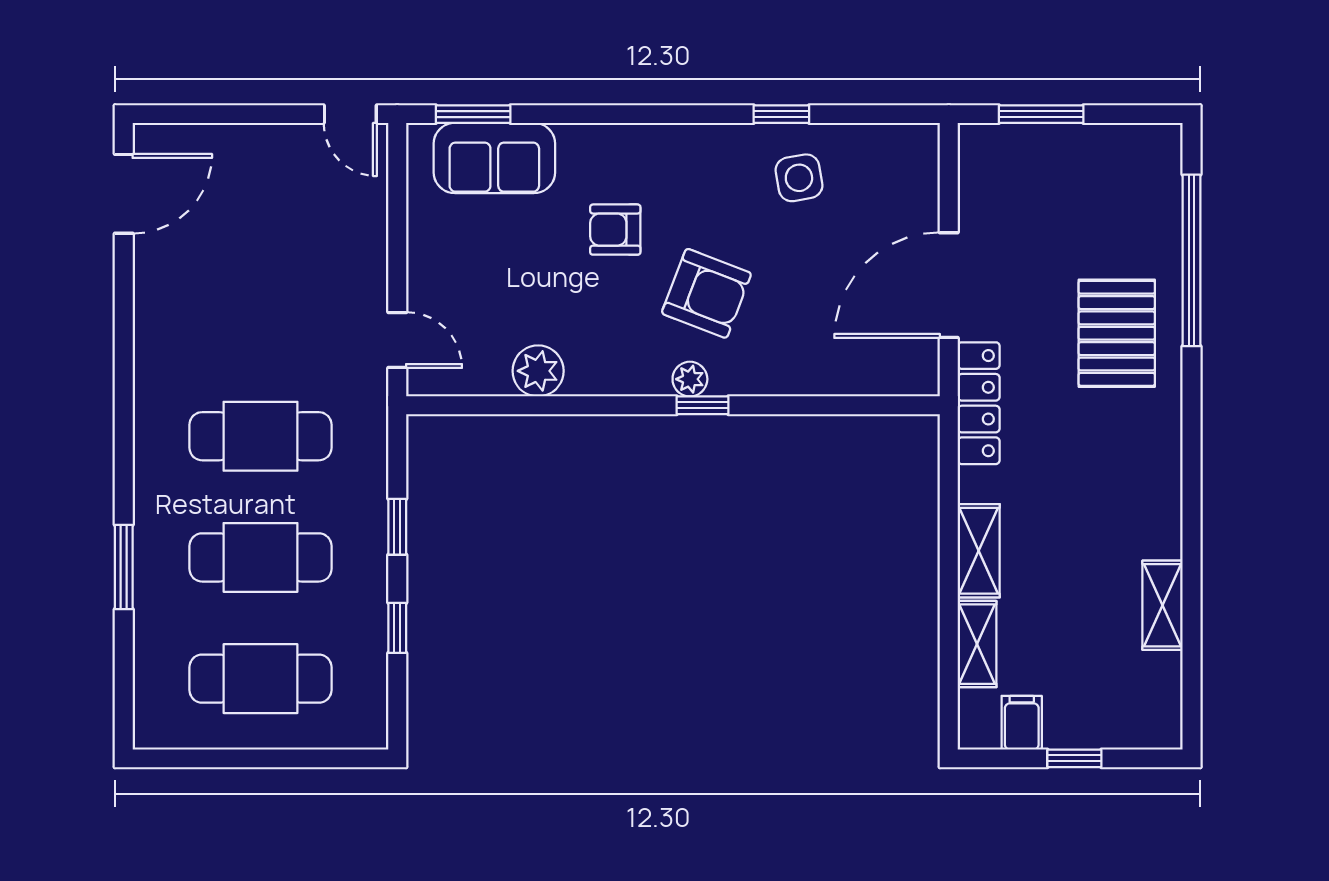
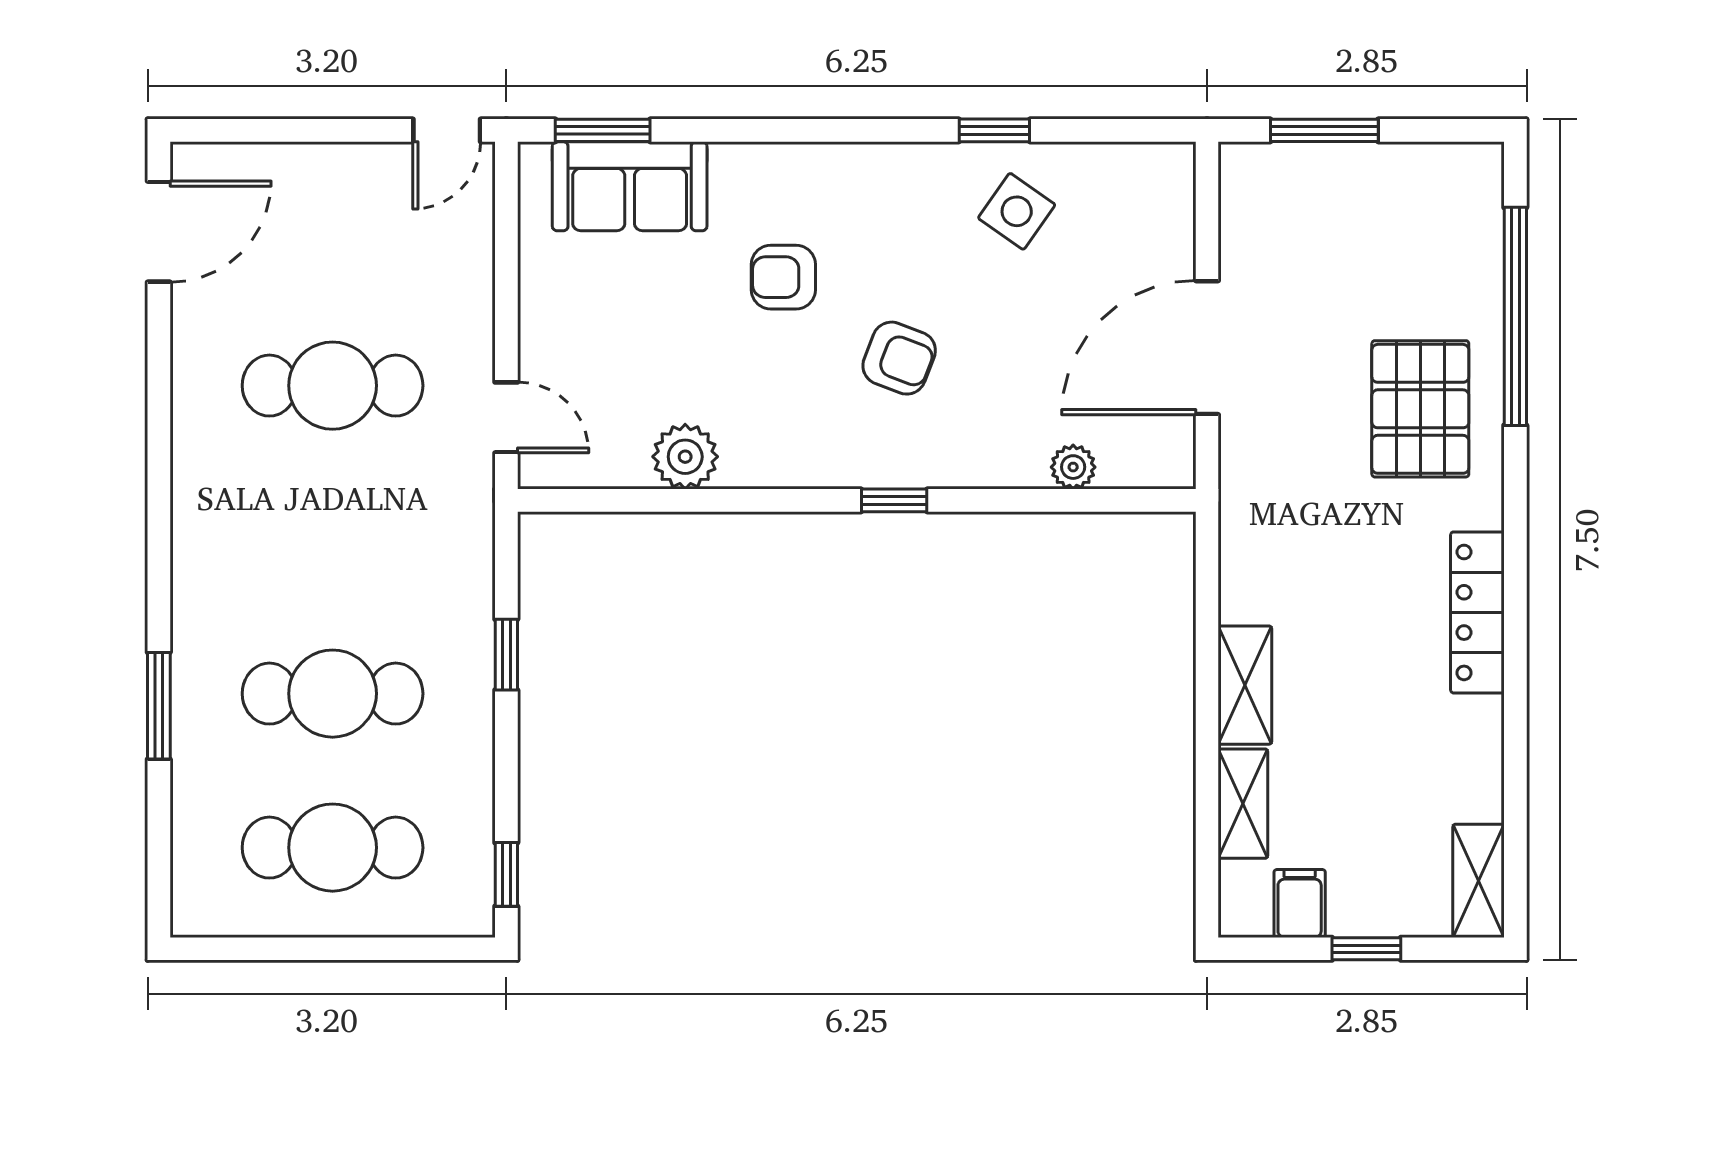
door: (350, 114) -> (447, 130), hinge flipped
side table: (799, 178) -> (1017, 211), turned 45
armchair: (706, 293) -> (899, 358), width x0.72, depth x0.72
plant: (690, 379) -> (1073, 467), moved
locker: (979, 403) -> (1477, 612), moved, turned 180
cafe table: (260, 436) -> (333, 386), moved
shelving: (1163, 605) -> (1479, 881), moved
window: (397, 628) -> (506, 874), moved

